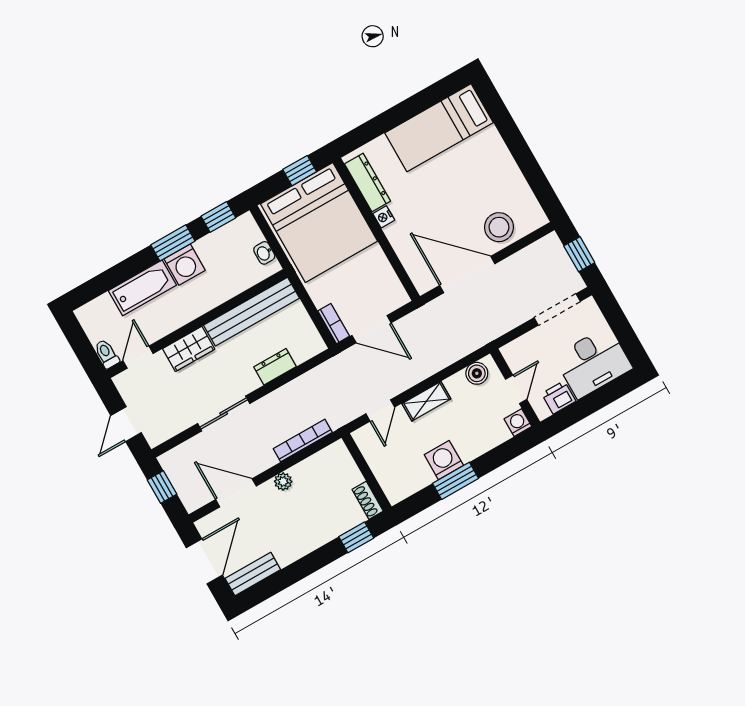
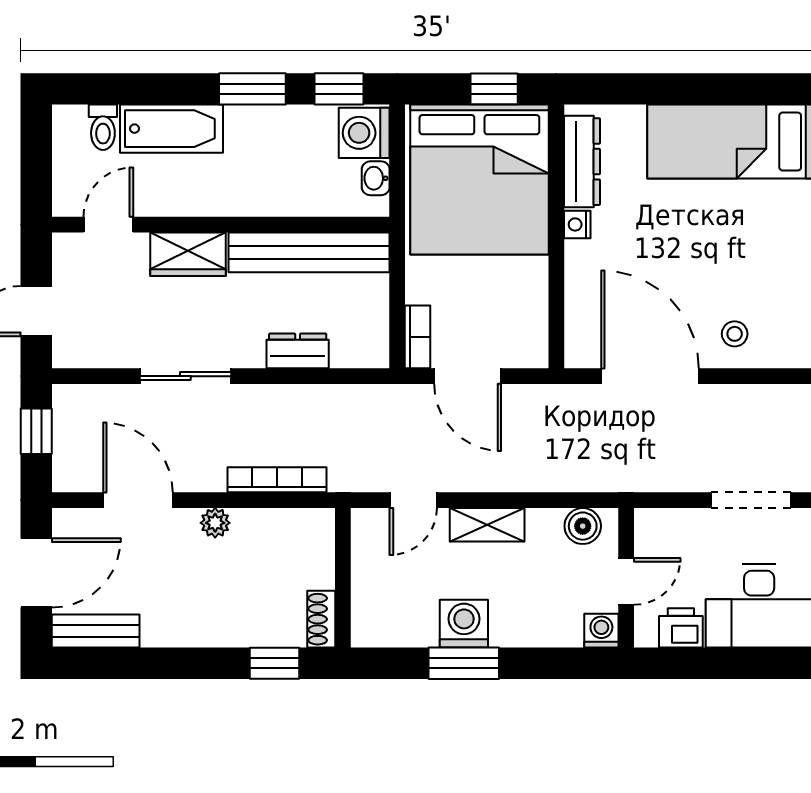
stool: (499, 227) -> (735, 334), width x0.53, depth x0.53
washing machine: (185, 265) -> (364, 133), moved, turned 90
toilet: (107, 354) -> (103, 127), moved, turned 180

